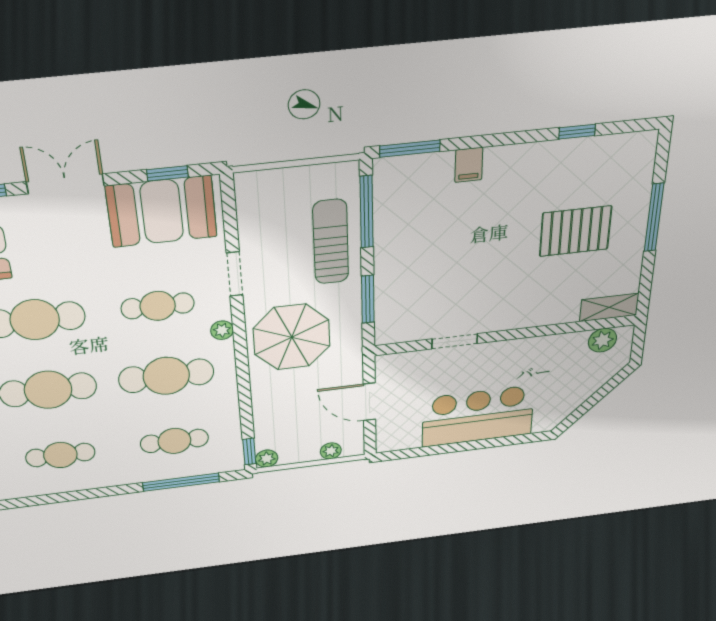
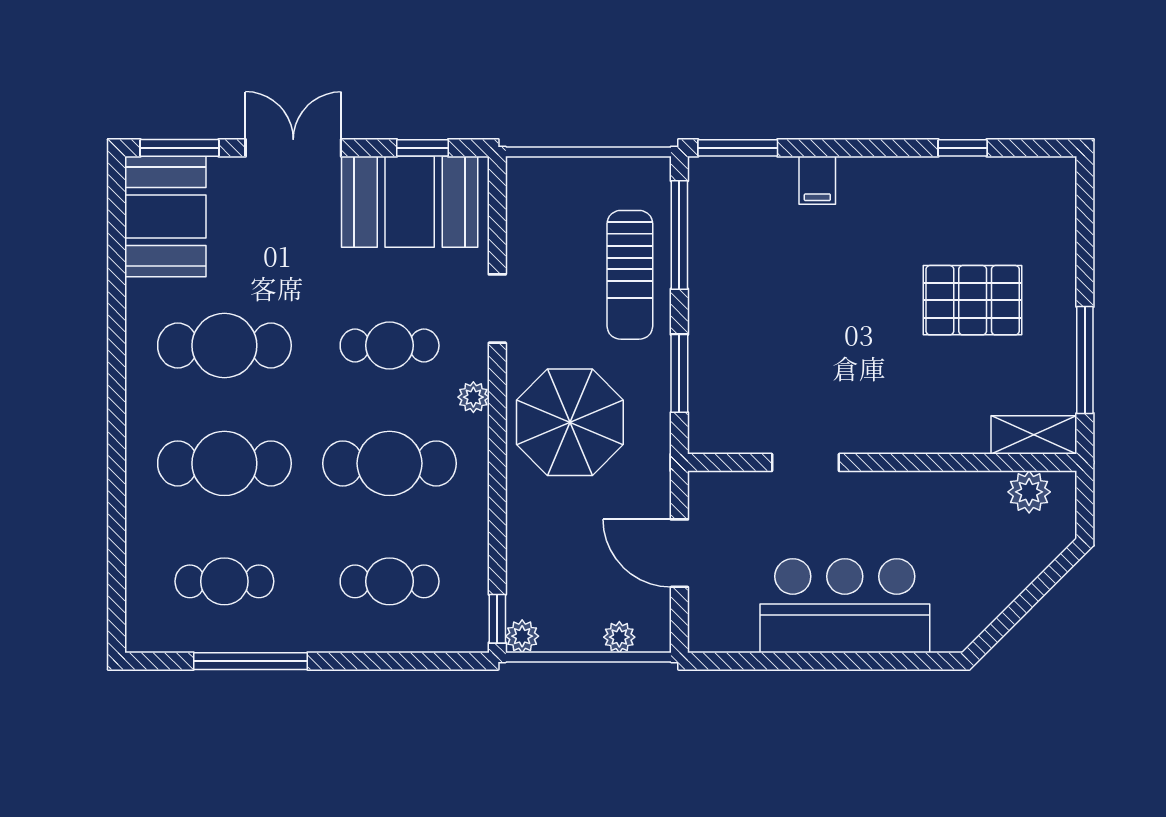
window: (654, 217) -> (1085, 360), moved
sun lounger: (331, 242) -> (630, 275), turned 180
window: (181, 482) -> (251, 661), moved

